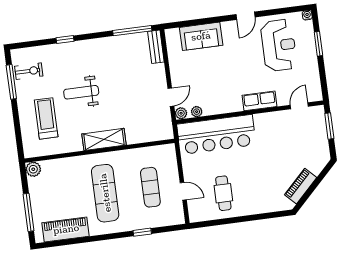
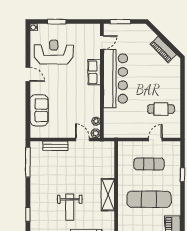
bench: (156, 47) -> (55, 146), moved
door: (299, 106) -> (102, 42), swing flipped
bar counter: (216, 134) -> (115, 79), moved

